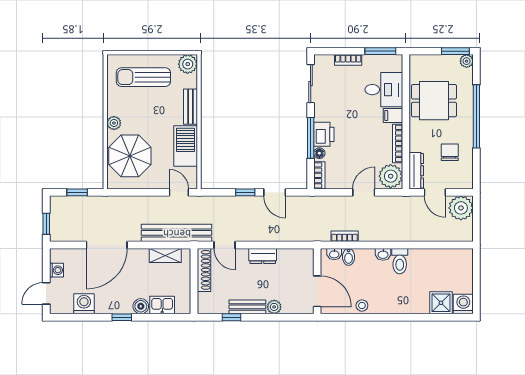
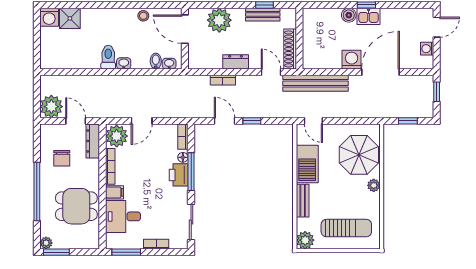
bookcase: (345, 236) -> (223, 80), moved
shelving: (165, 255) -> (326, 62), removed
washing machine: (84, 304) -> (352, 60), moved, turned 180
kitchen sink: (162, 305) -> (369, 16), moved
bench: (247, 307) -> (263, 15), moved
plant: (274, 307) -> (219, 20), width x1.87, depth x1.87

